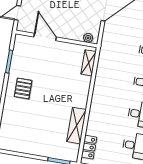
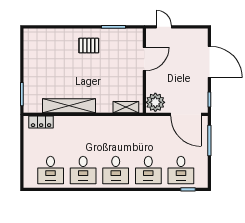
plant: (88, 38) -> (155, 102), width x1.88, depth x1.88
shelving: (77, 126) -> (69, 106), width x1.47

